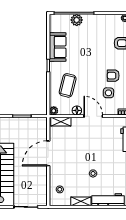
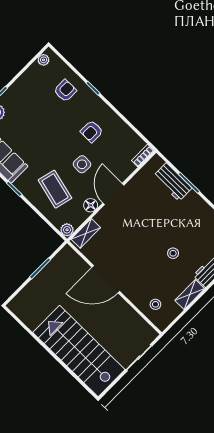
side table: (108, 93) -> (82, 164), moved
door: (93, 116) -> (113, 194), hinge flipped
door: (48, 153) -> (106, 279), hinge flipped

